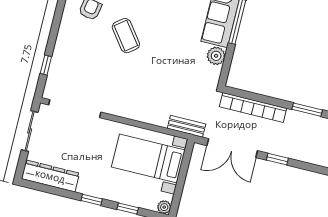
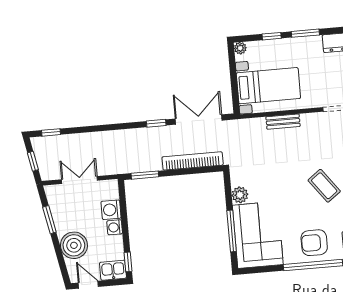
bench: (187, 126) -> (283, 122), moved
window: (92, 200) -> (305, 33), width x1.50

